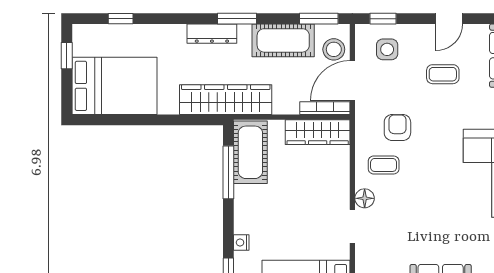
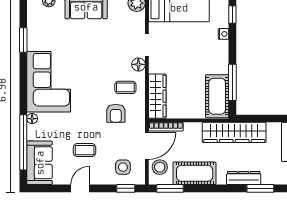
window: (237, 19) -> (260, 188), moved
wardrobe: (318, 132) -> (157, 96), moved, turned 90

